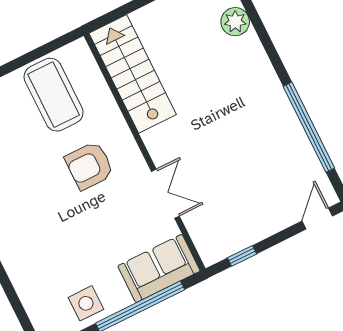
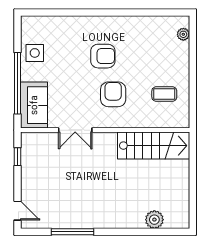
coffee table: (54, 95) -> (164, 94), width x0.54, depth x0.58
window: (309, 127) -> (72, 232), width x0.68
armchair: (43, 206) -> (103, 56), added

